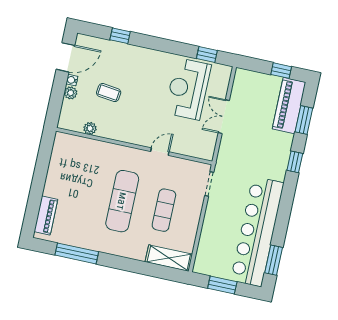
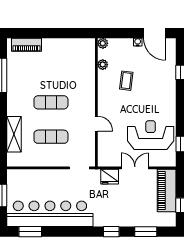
plant: (71, 93) -> (103, 43), moved
coffee table: (109, 93) -> (126, 81), moved
piano: (289, 106) -> (167, 190), moved, turned -90
fridge: (228, 149) -> (110, 177), added
exercise mat: (122, 201) -> (51, 102), width x0.73, depth x0.69
shelving: (169, 258) -> (14, 134), moved

